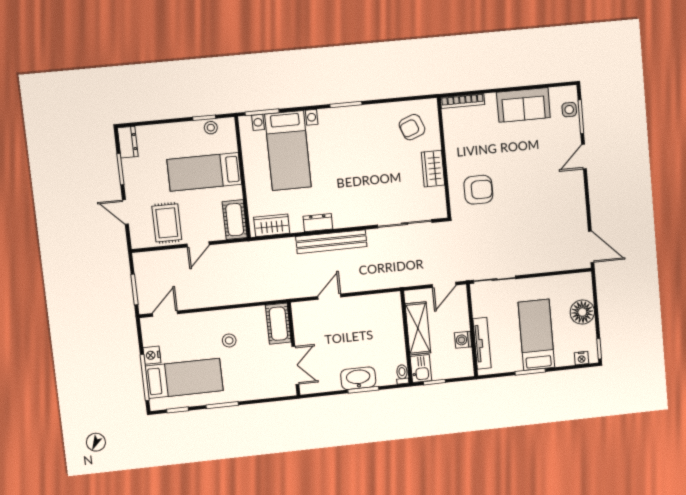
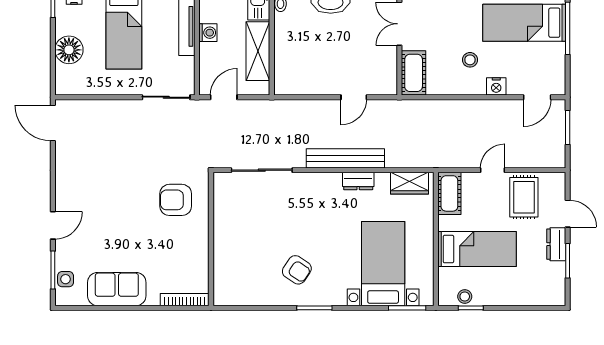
armchair: (412, 127) -> (297, 270), moved, turned 55
dresser: (128, 142) -> (556, 244), moved
wardrobe: (433, 169) -> (224, 228), removed
nightstand: (152, 355) -> (496, 86), moved, turned 90

